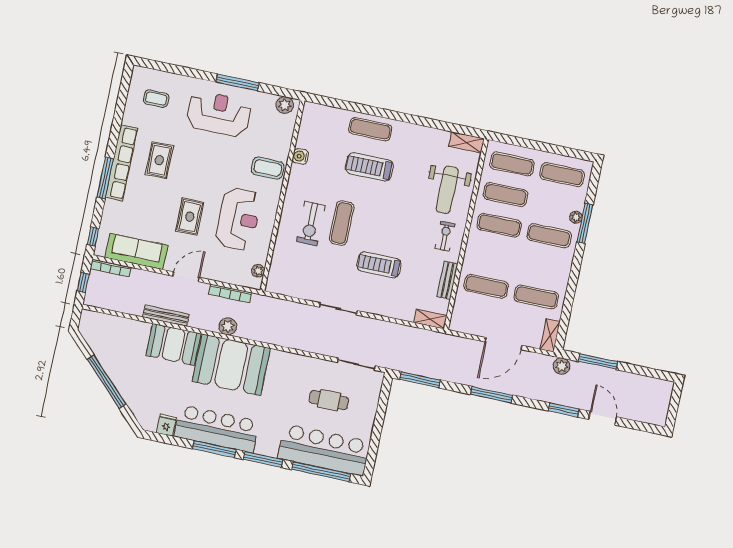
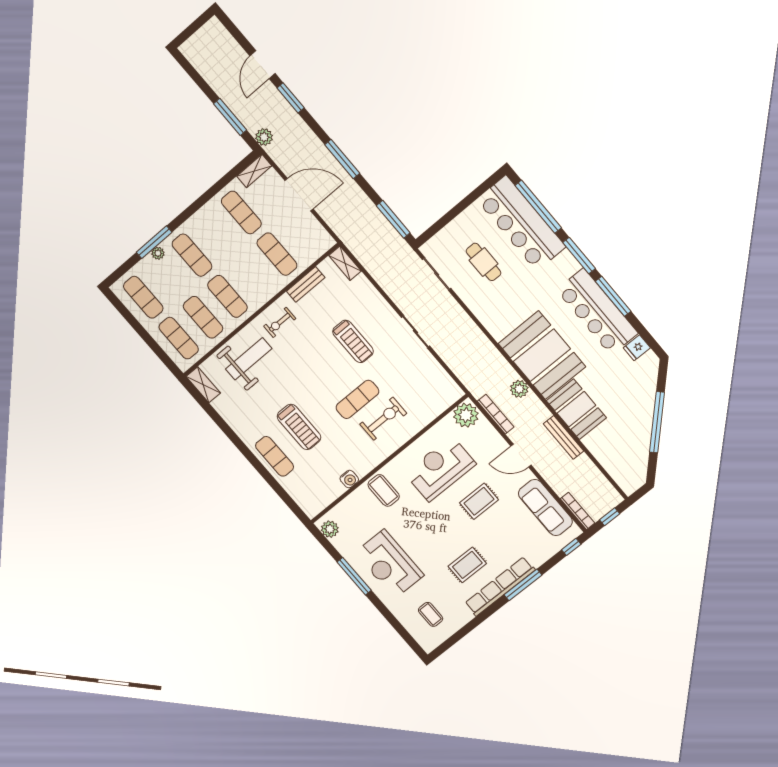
plant: (258, 271) -> (466, 415), width x1.88, depth x1.88

